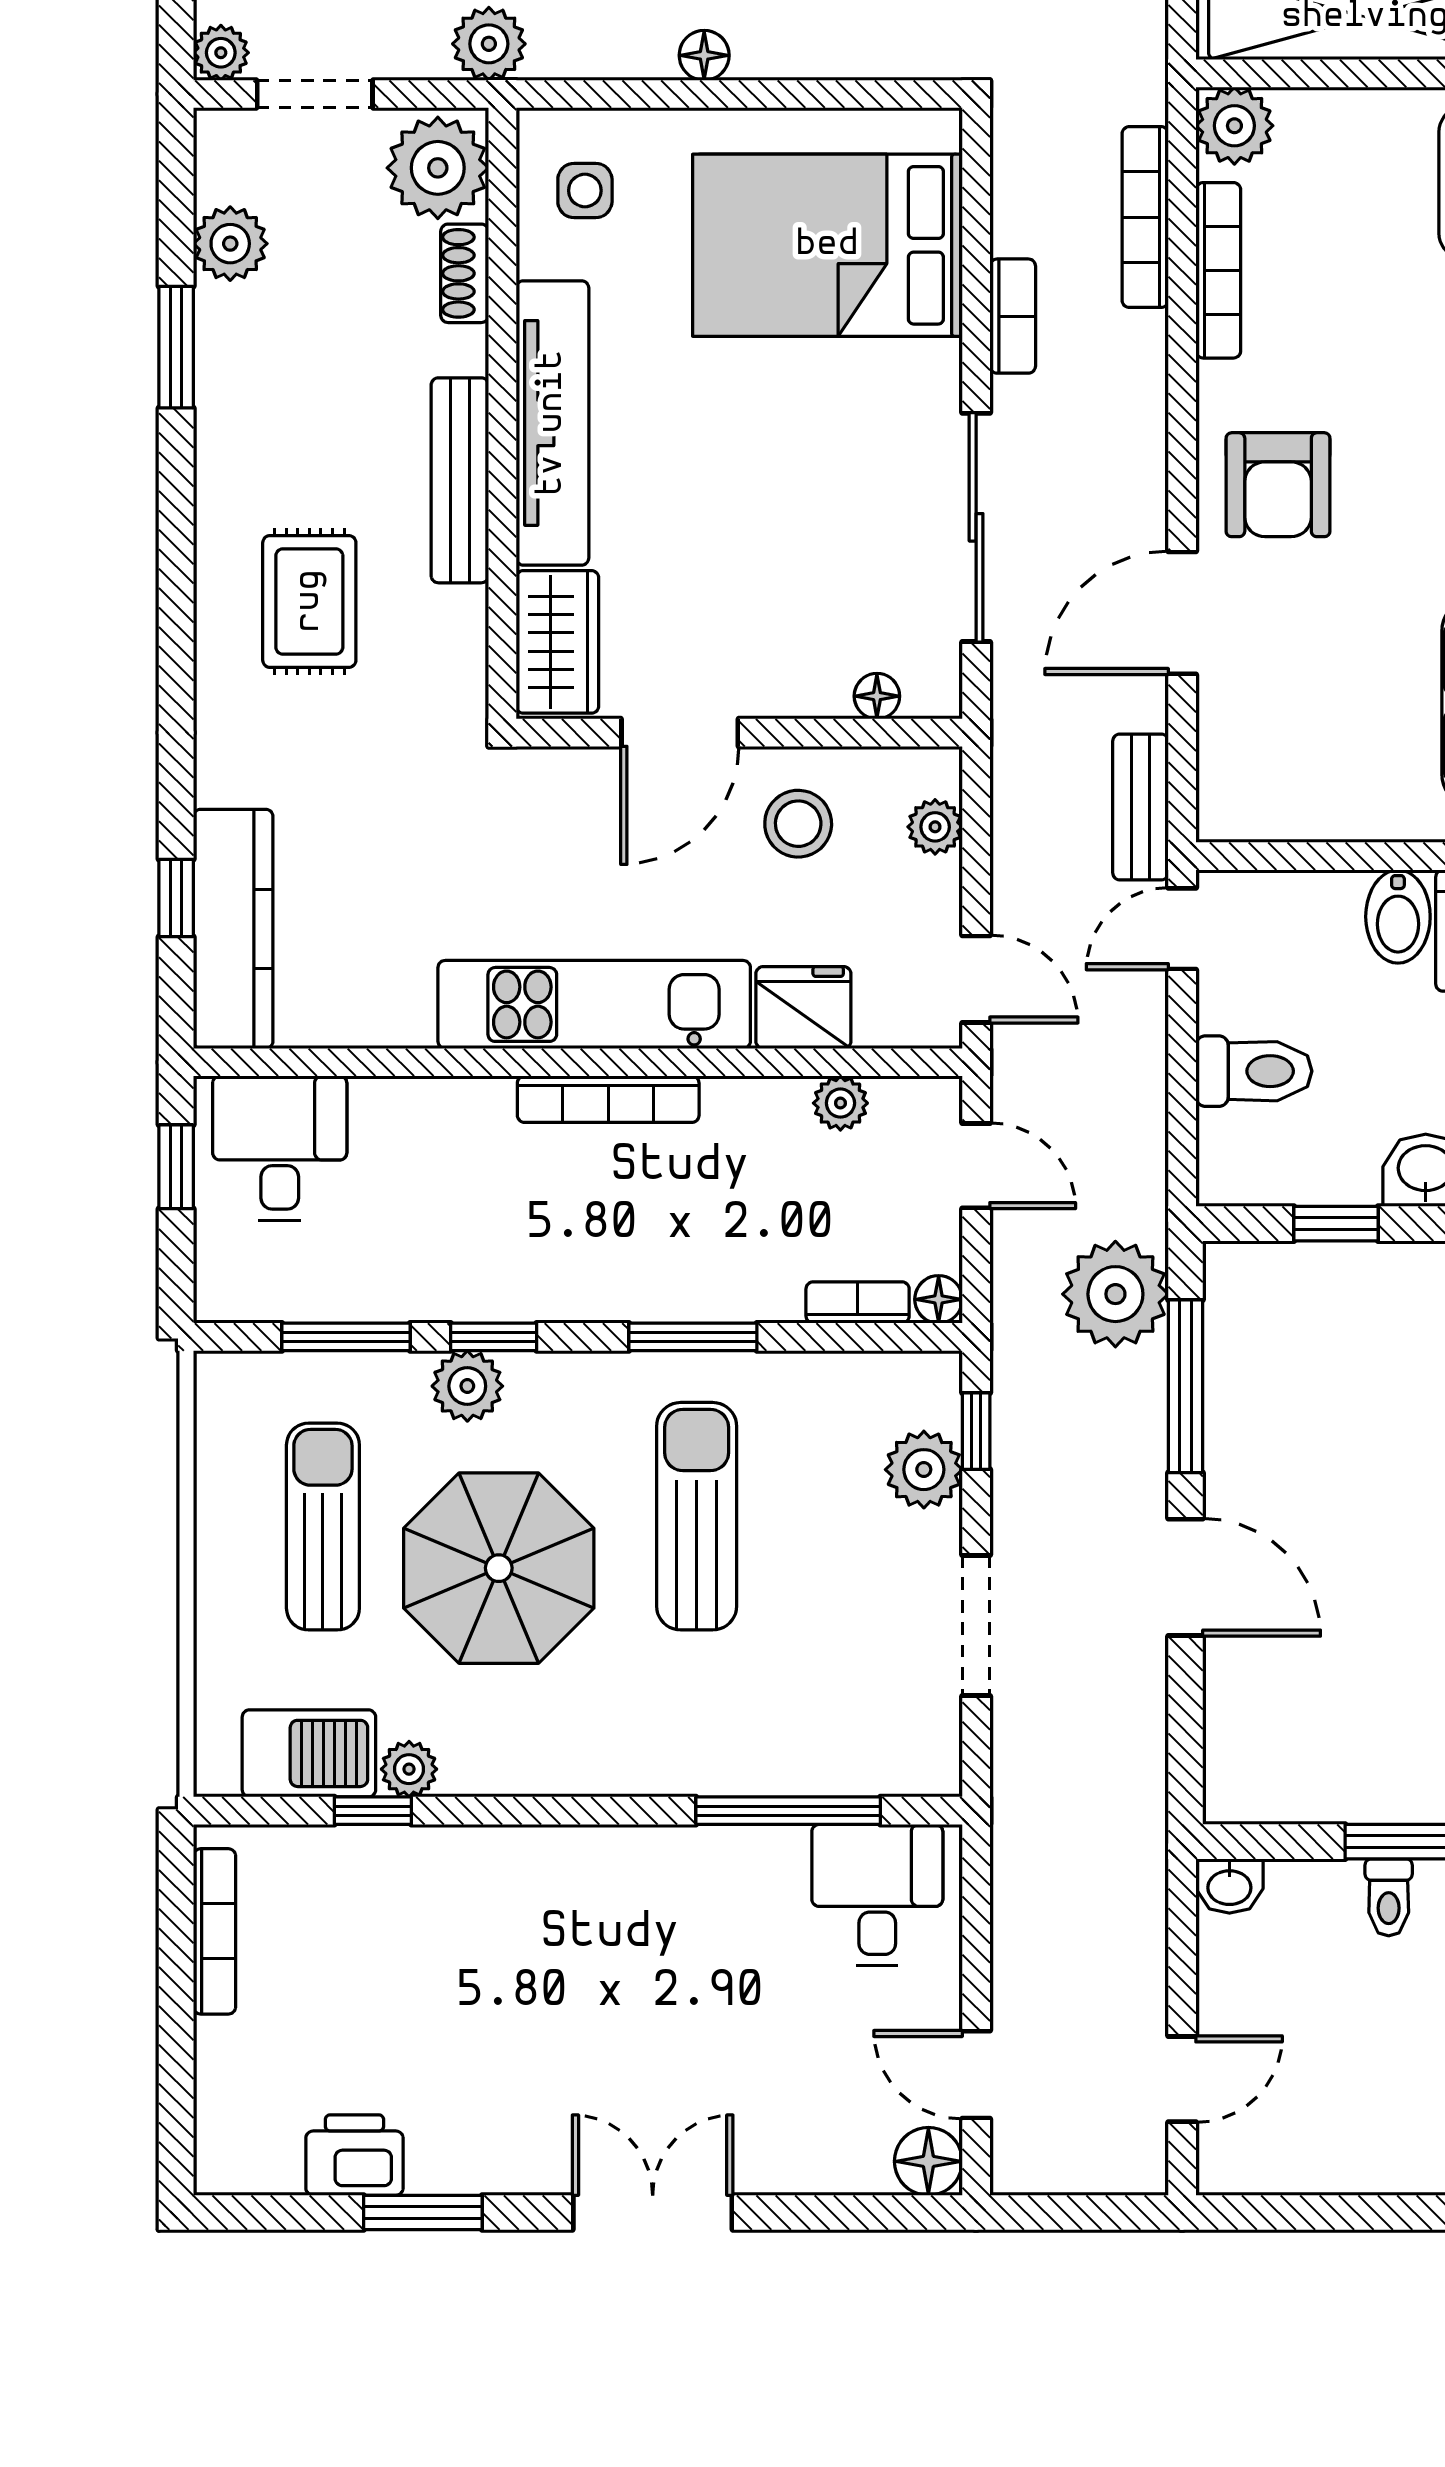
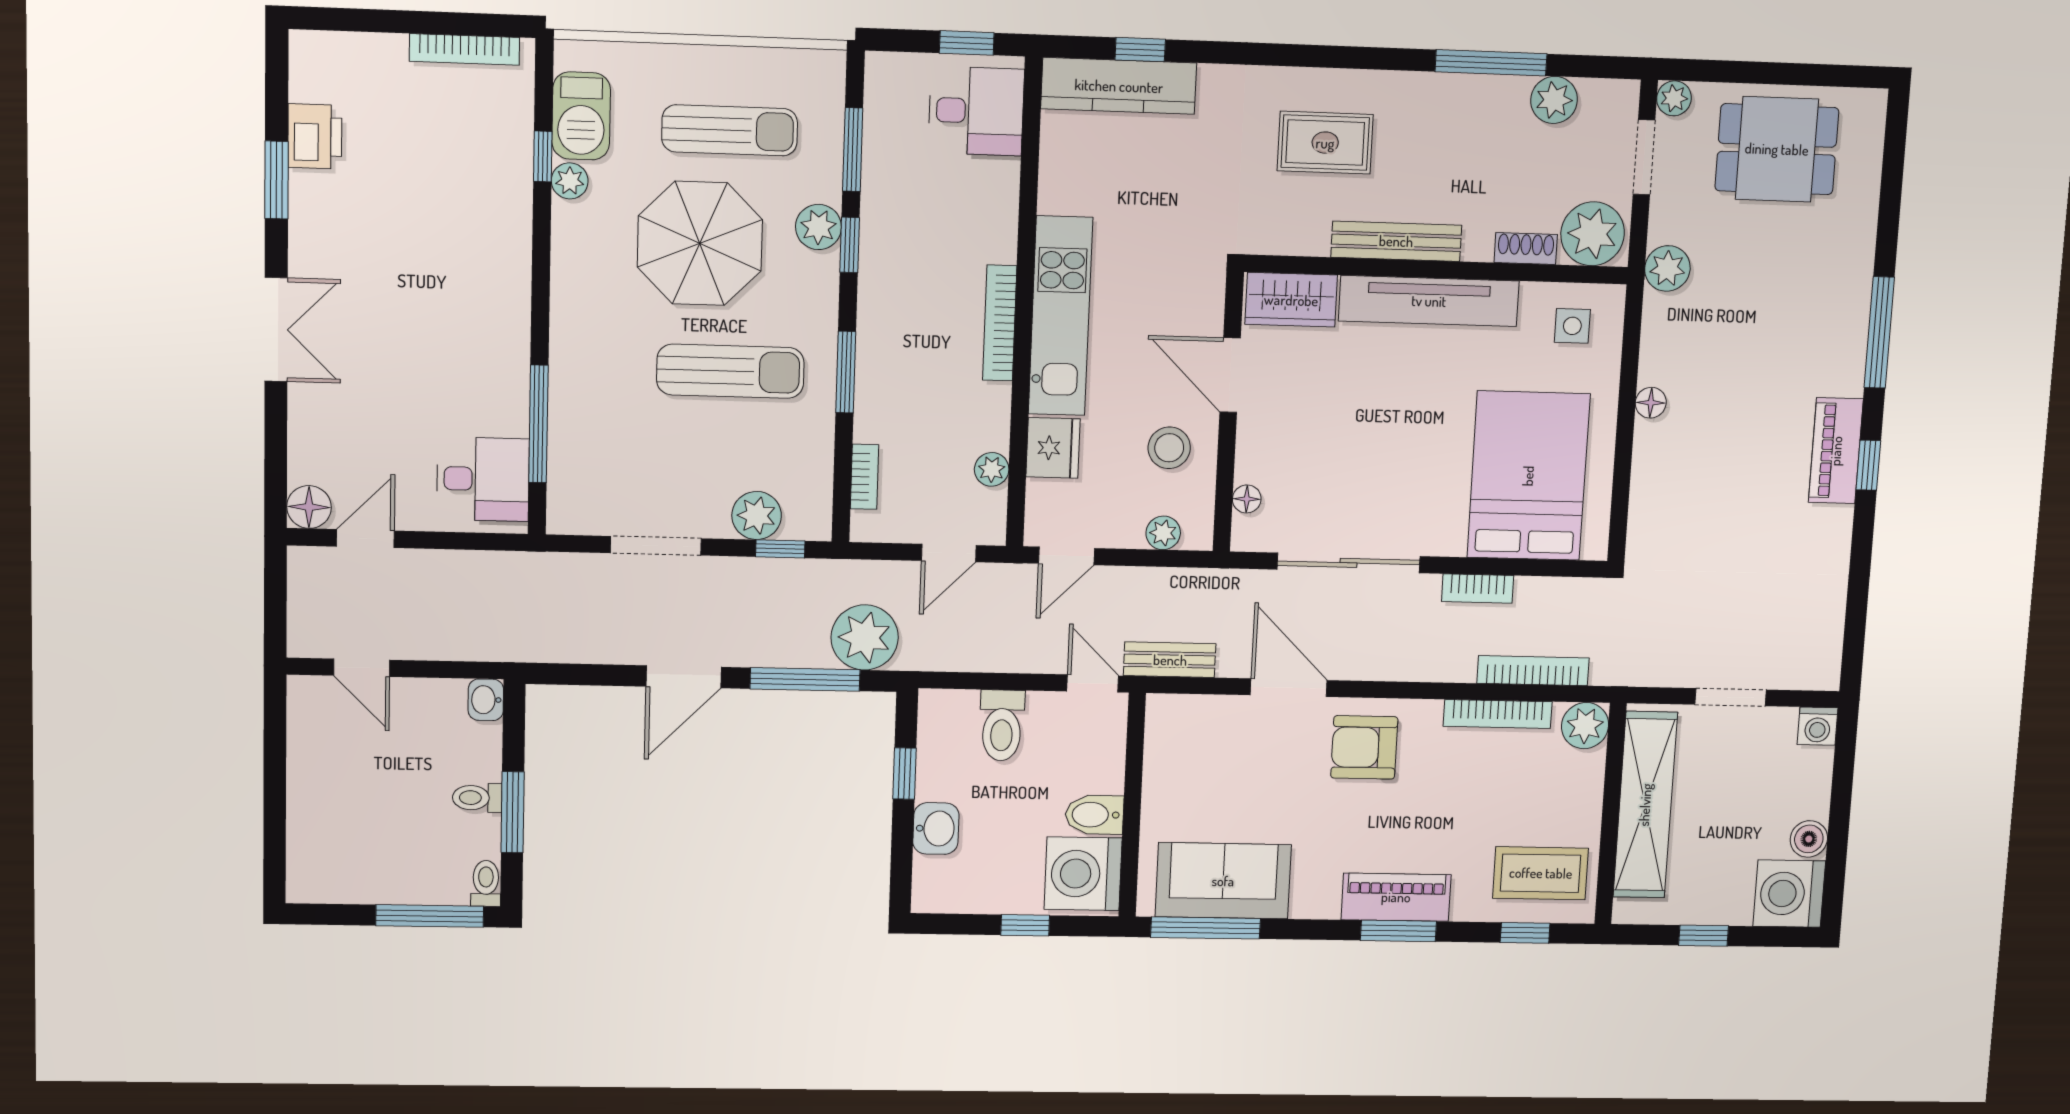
window: (176, 347) -> (1491, 63), width x1.44
floor lamp: (939, 1299) -> (865, 527), removed

